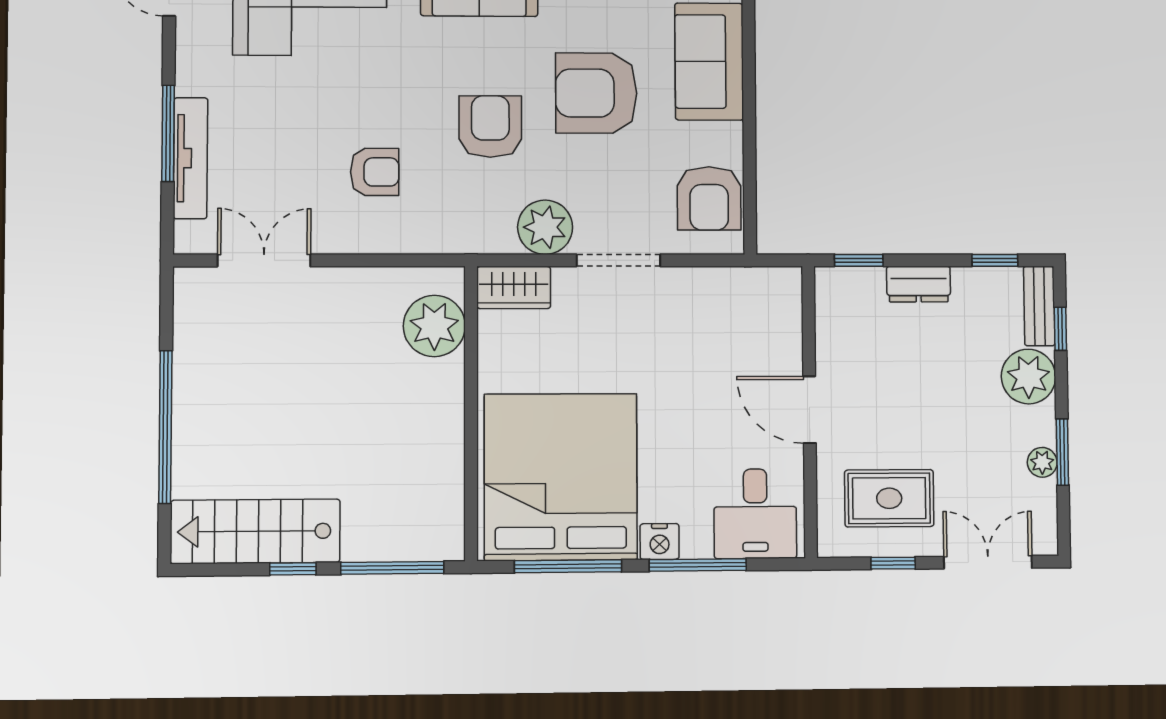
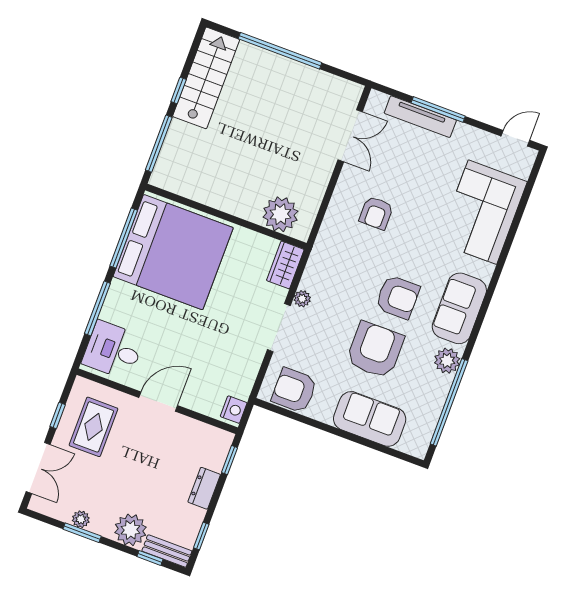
armchair: (490, 127) -> (398, 297), moved
plant: (545, 227) -> (302, 299), width x0.53, depth x0.53
nightstand: (660, 541) -> (234, 410), moved, turned 180

